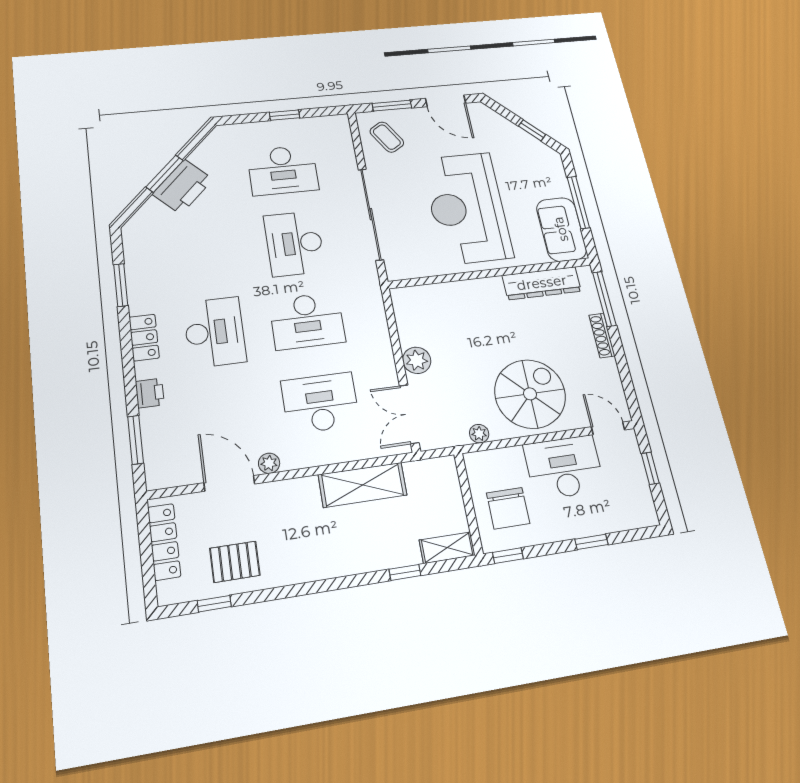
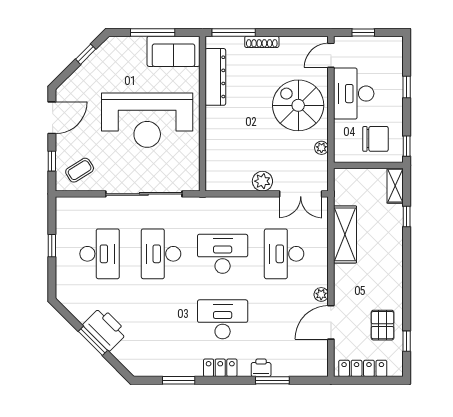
window: (392, 106) -> (52, 161), width x0.67
desk: (295, 243) -> (161, 254), turned 90
desk: (307, 321) -> (223, 254), turned -90
window: (136, 440) -> (272, 380), moved

